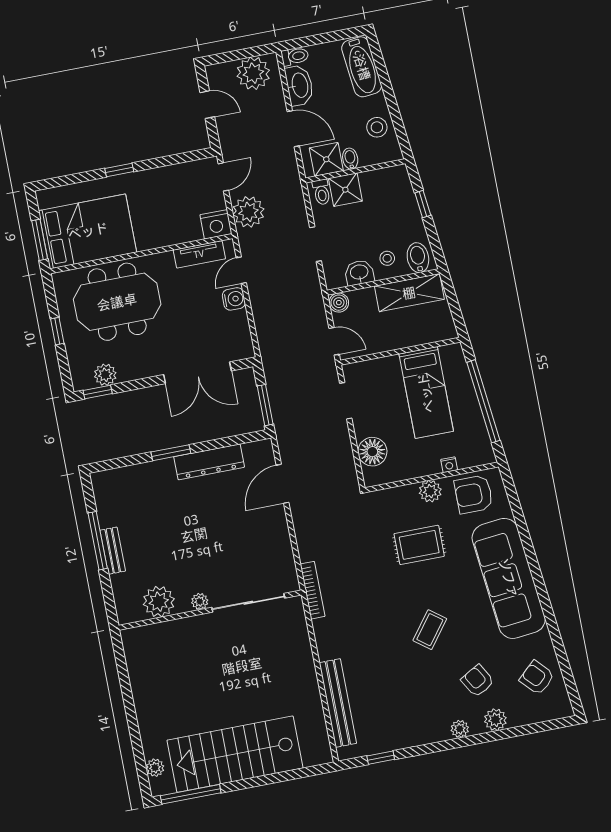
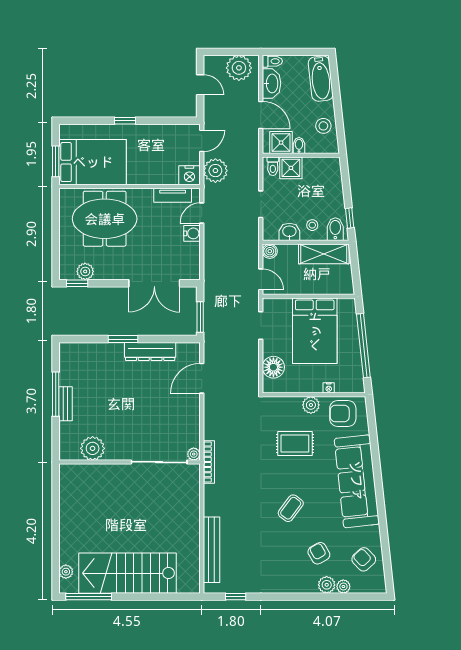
window: (423, 204) -> (350, 218), moved
window: (57, 331) -> (56, 232), removed
bed: (426, 393) -> (315, 331), width x1.50
plant: (200, 601) -> (194, 454), moved
plant: (460, 729) -> (343, 587), moved

